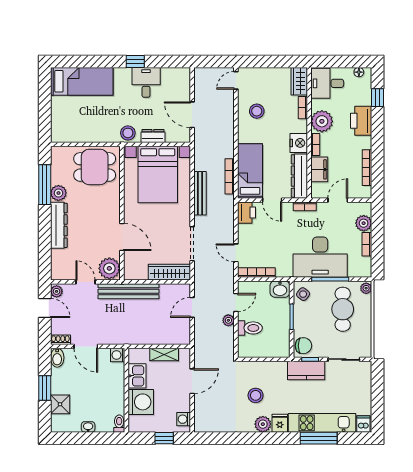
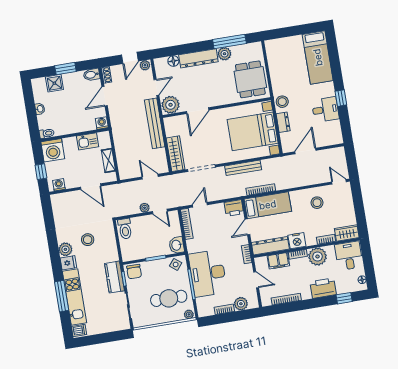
floor lamp: (57, 256) -> (173, 61), added
toilet: (250, 328) -> (125, 229), moved
washing machine: (141, 402) -> (53, 150), moved

